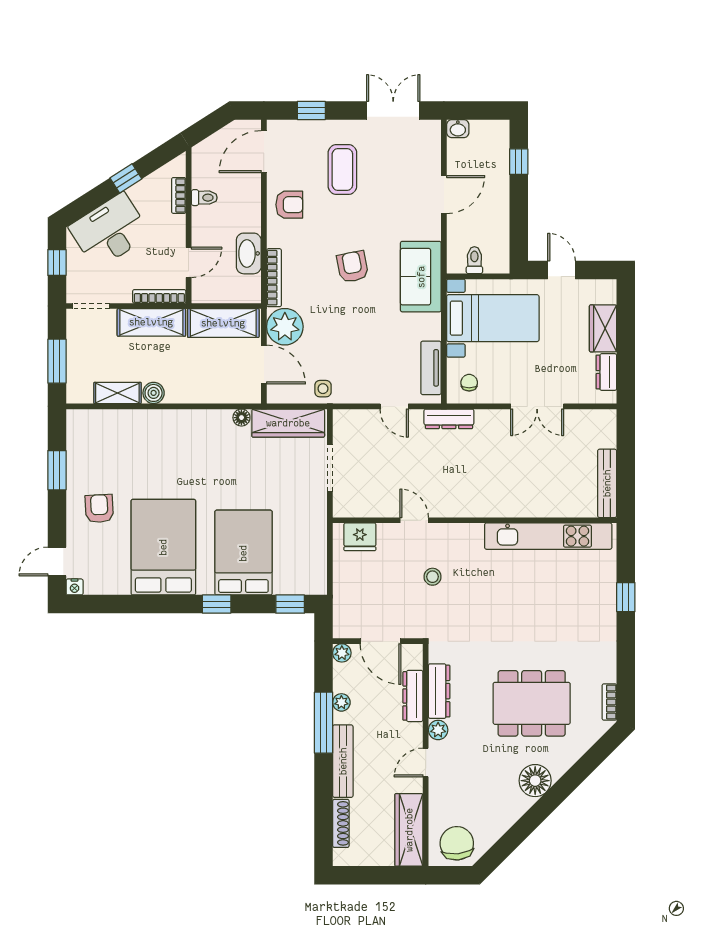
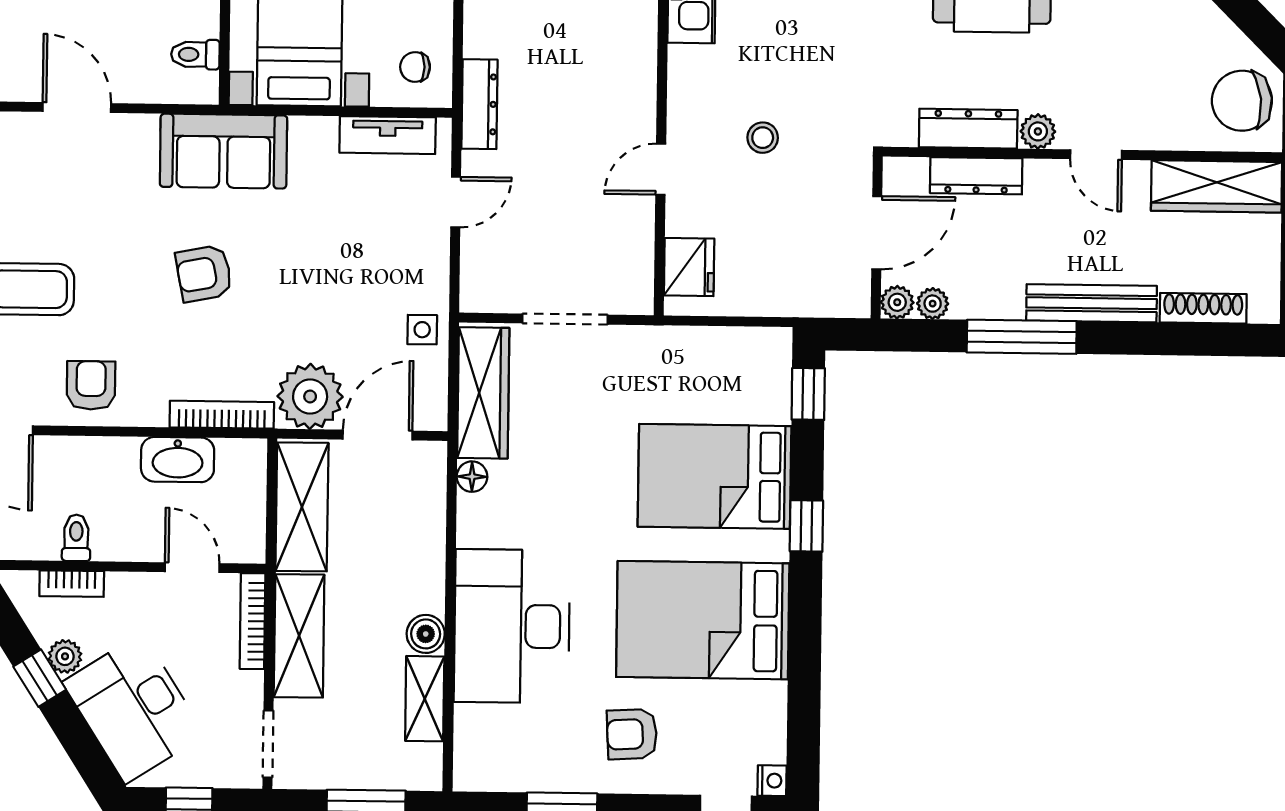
plant: (138, 192) -> (65, 656), added
desk: (159, 441) -> (512, 626), added
plant: (341, 702) -> (933, 304), moved

